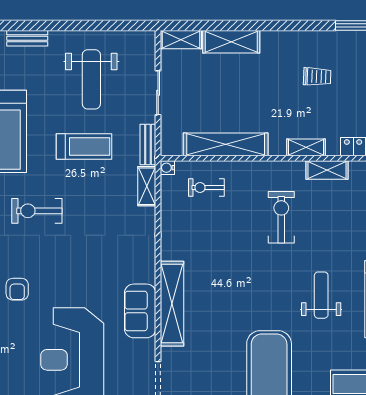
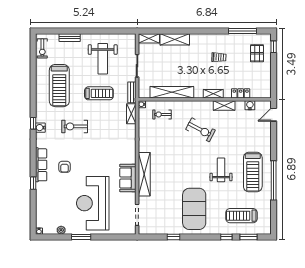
exercise bike: (281, 217) -> (200, 130), turned 118

